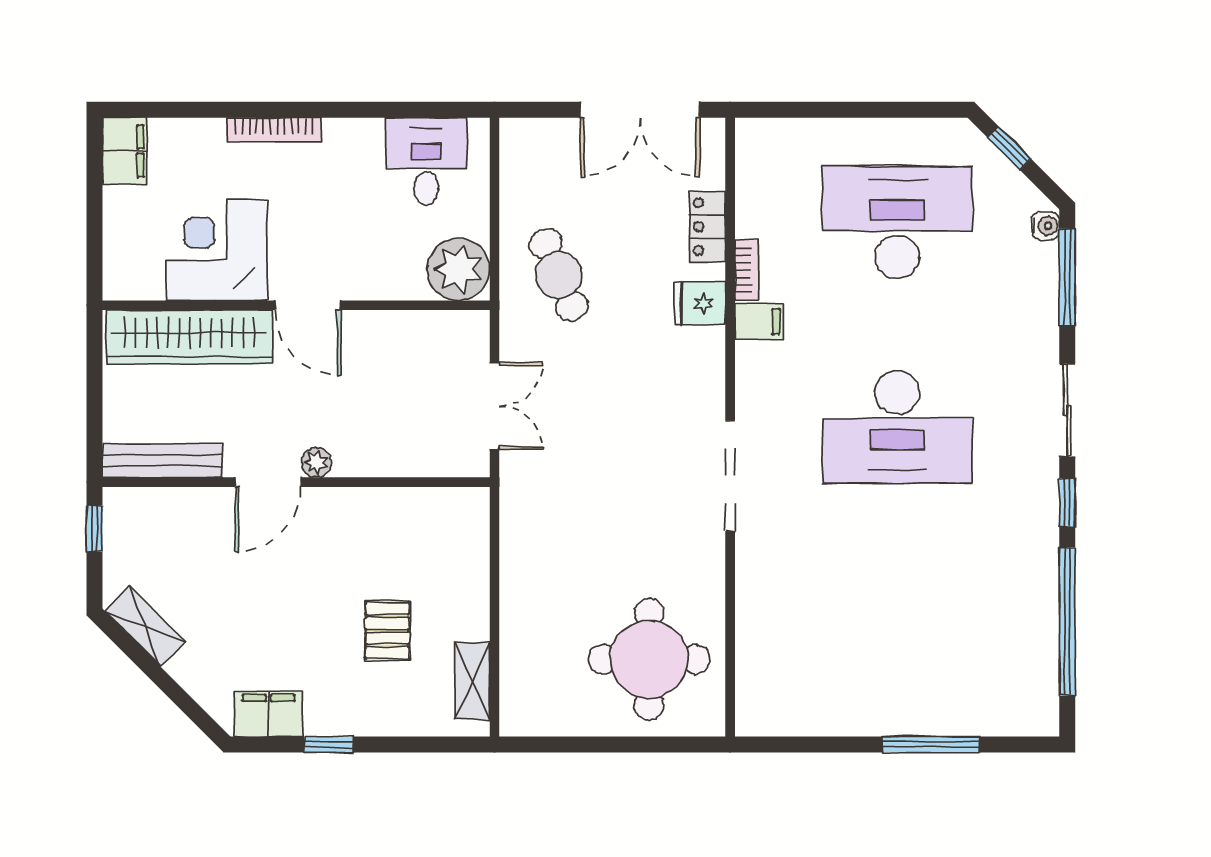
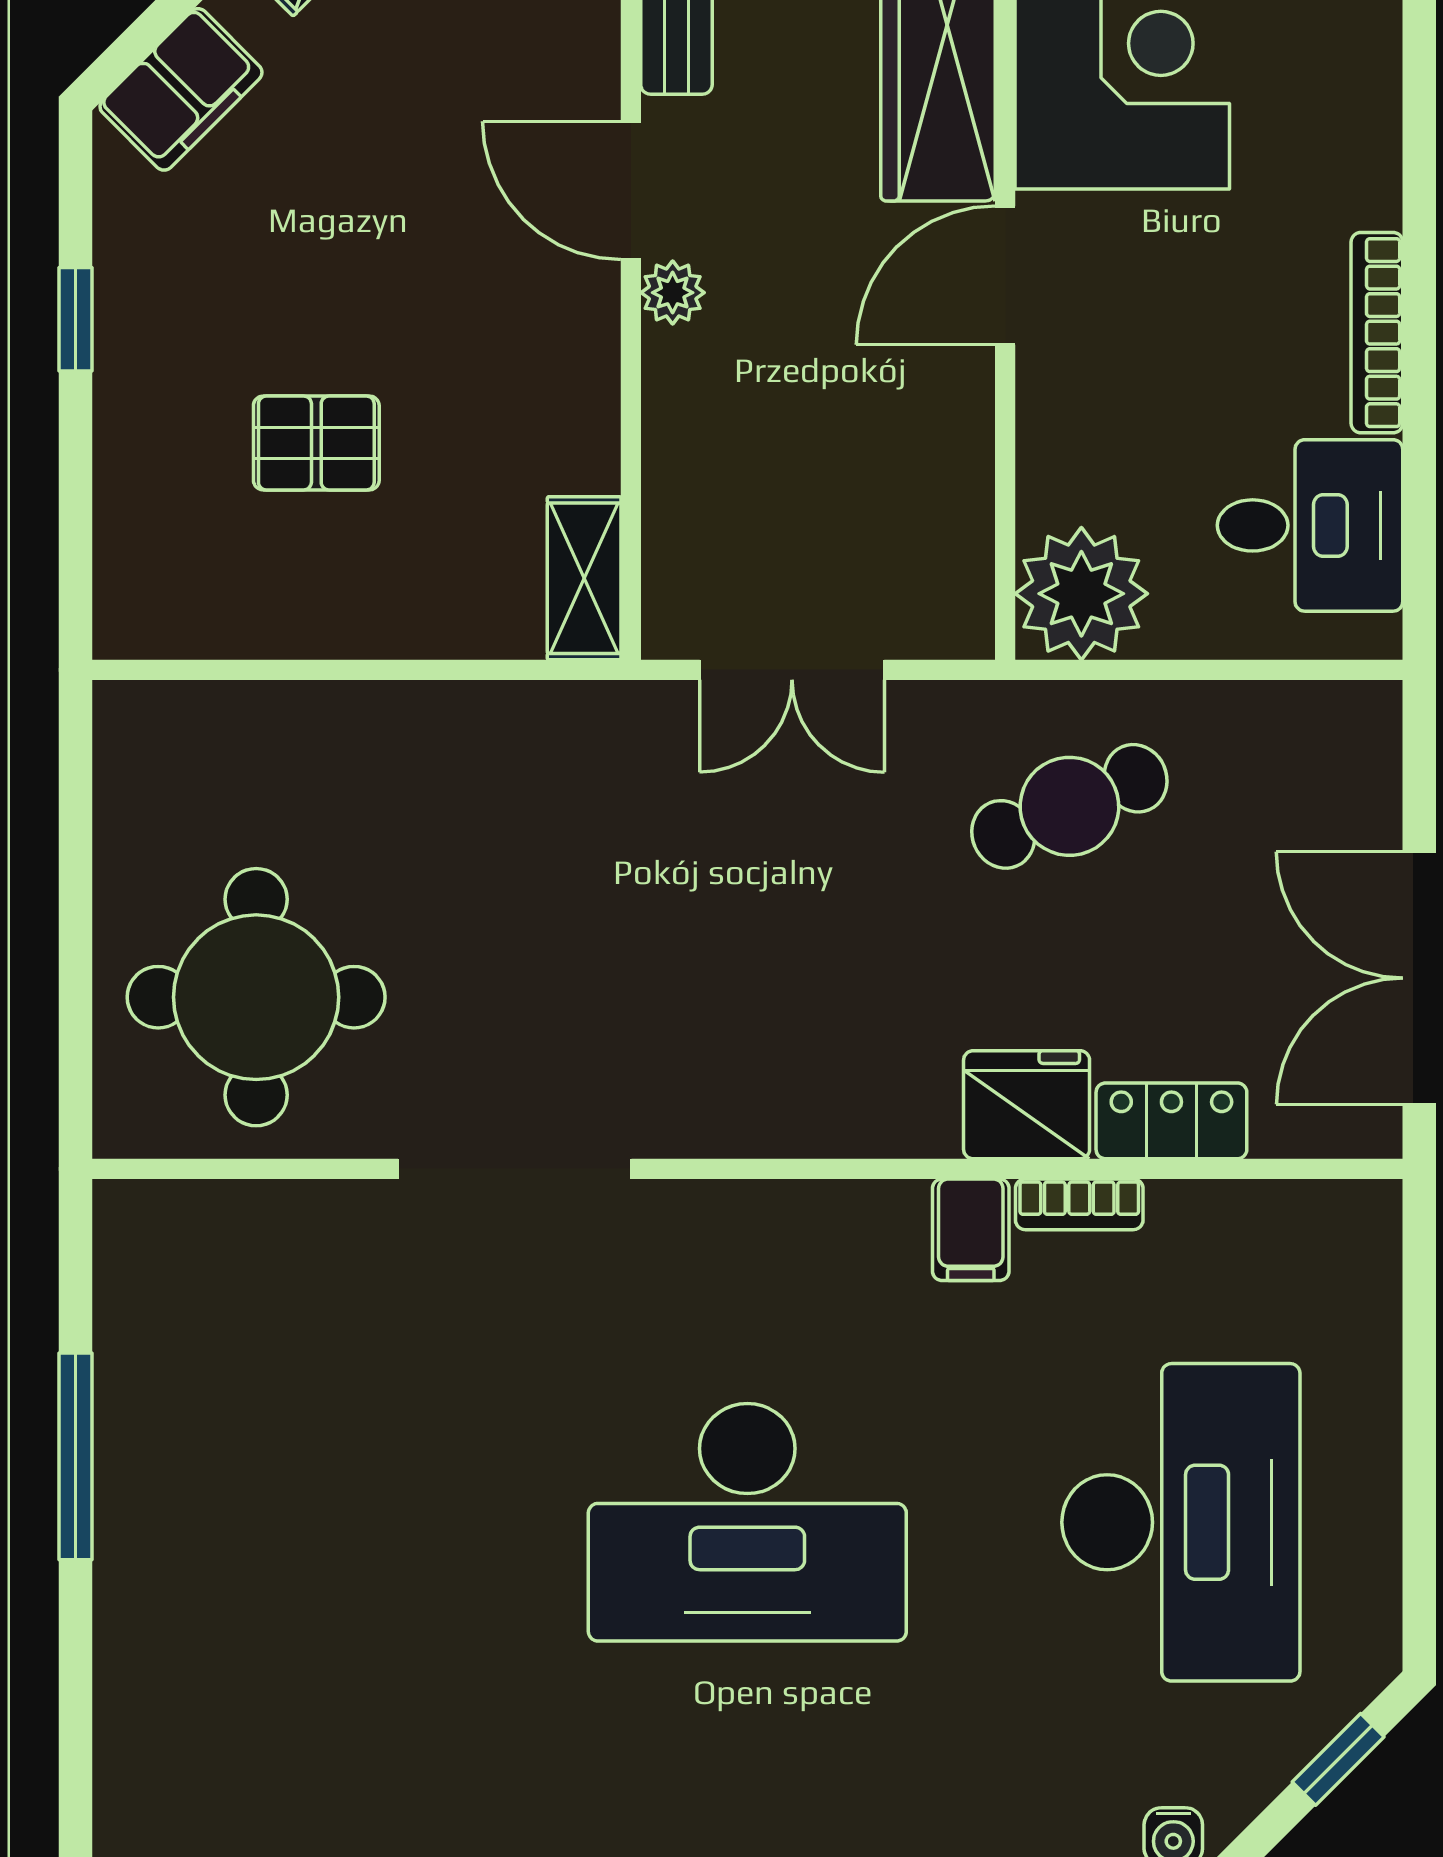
bookcase: (274, 130) -> (1377, 333), moved
fridge: (700, 303) -> (1027, 1105), width x1.38
desk: (897, 427) -> (747, 1522), turned -90
doorway: (730, 476) -> (515, 1169), moved
shelving: (472, 681) -> (584, 578), moved, turned 90
filing cabinet: (268, 714) -> (181, 89), moved, turned 45
window: (931, 744) -> (75, 1456), moved

